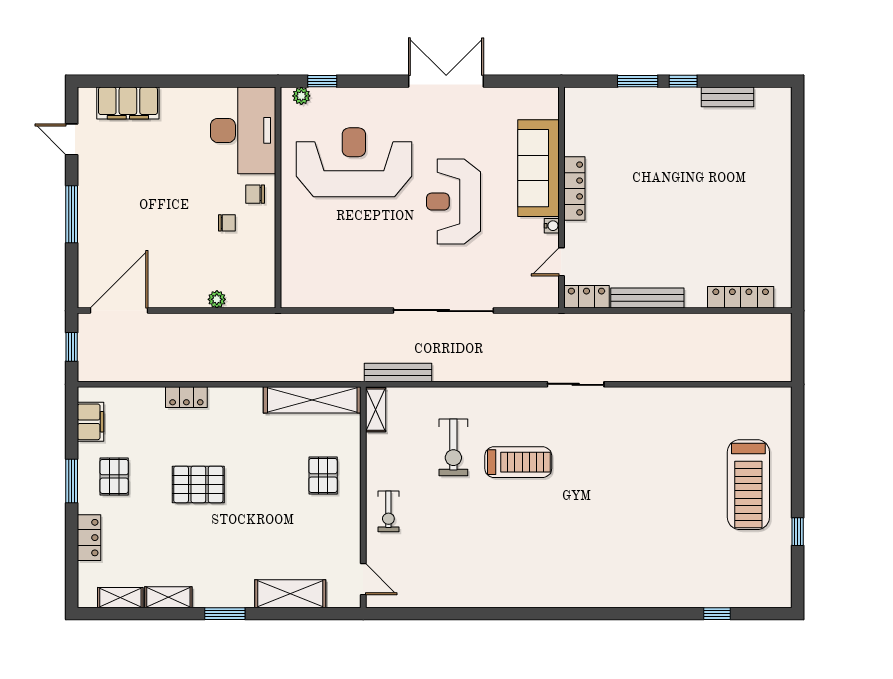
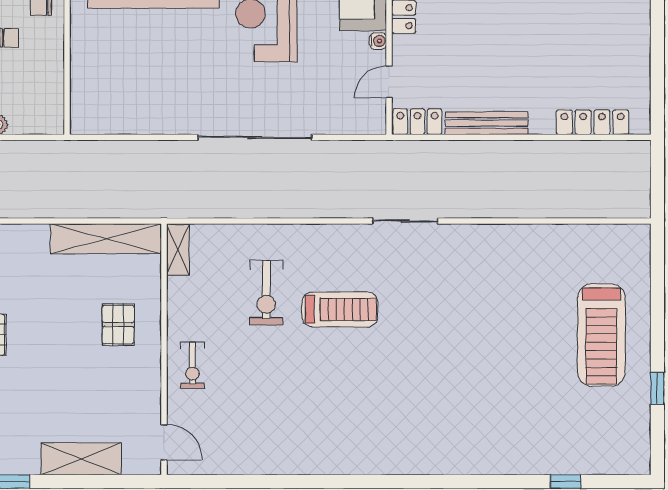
bench: (398, 373) -> (203, 208), removed

